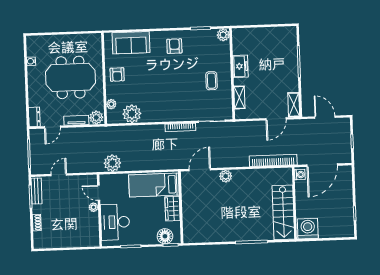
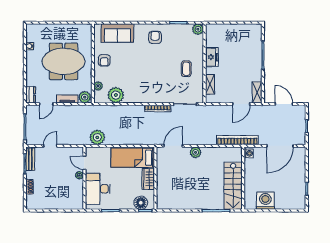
washing machine: (300, 175) -> (249, 153), moved
wall: (294, 203) -> (243, 178), moved
stairs: (283, 212) -> (233, 186), moved

